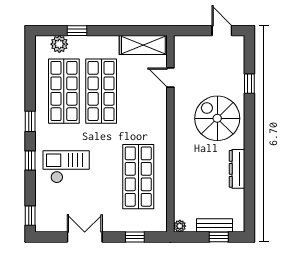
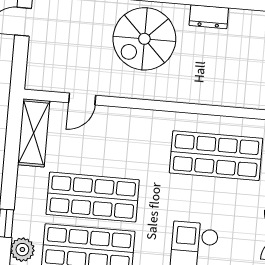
dresser: (237, 169) -> (209, 17), width x0.70

